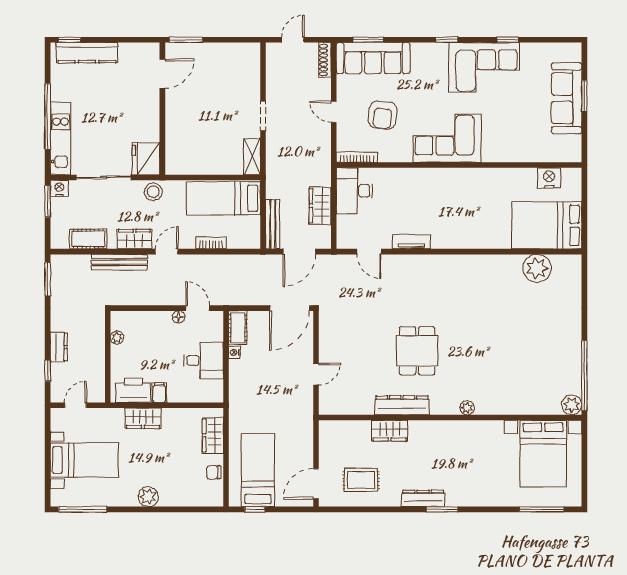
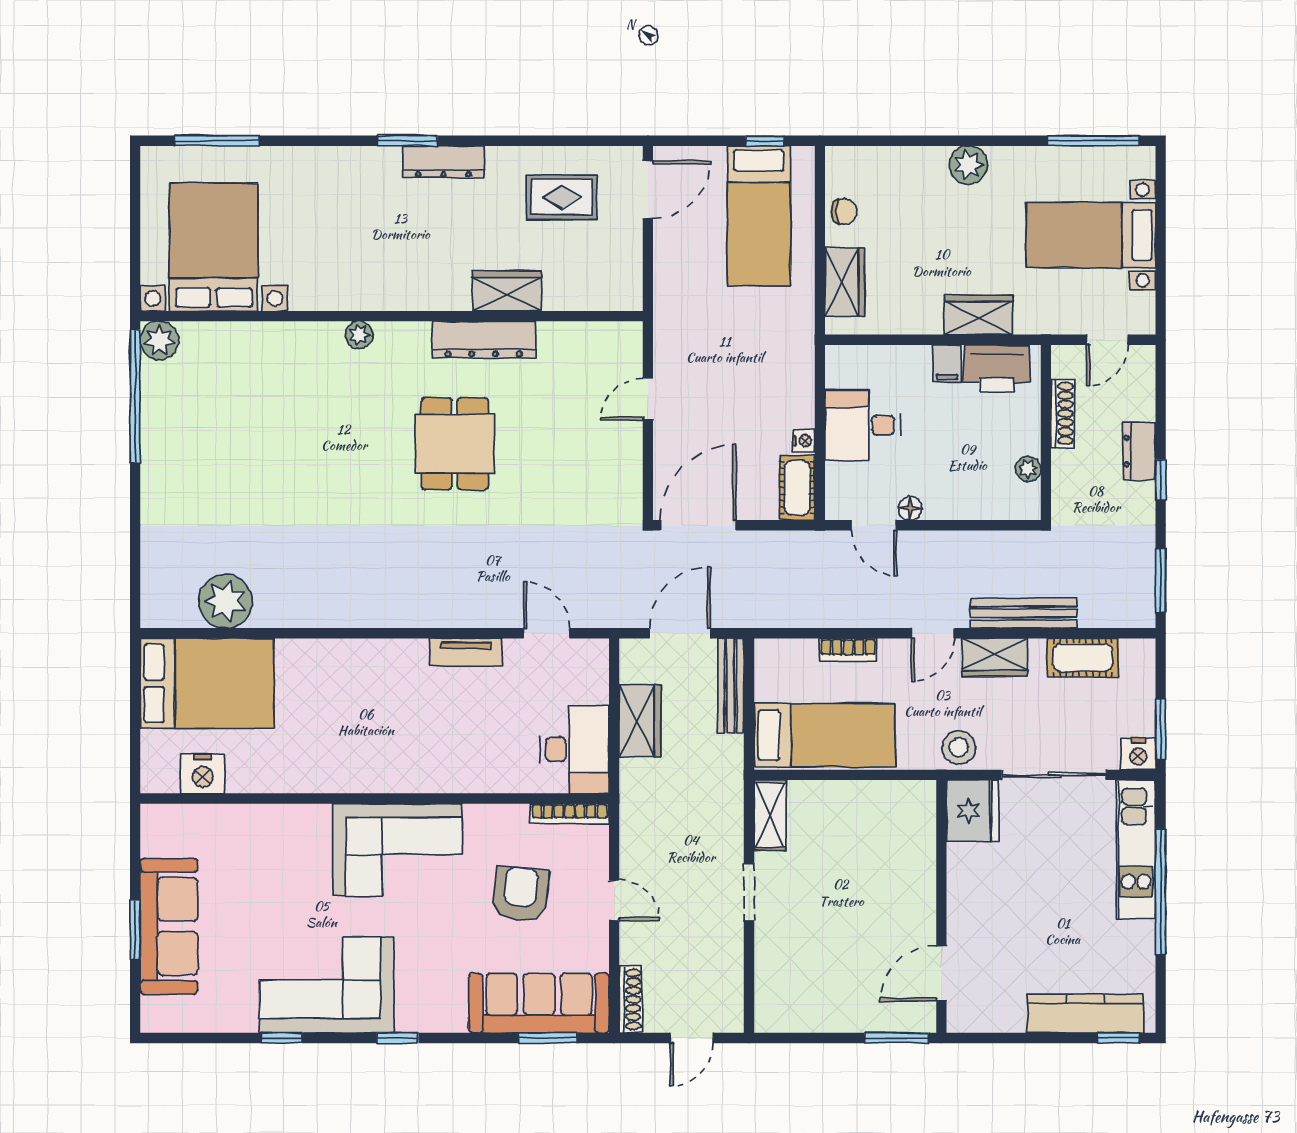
shoe rack: (99, 367) -> (1063, 413), added
window: (48, 371) -> (1161, 480), moved

